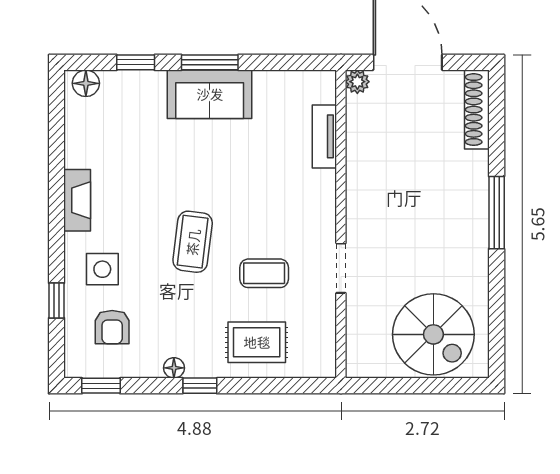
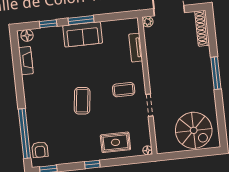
fireplace: (77, 200) -> (26, 61), moved
side table: (102, 269) -> (43, 117), removed
coffee table: (264, 273) -> (124, 90), moved
window: (56, 300) -> (24, 133), width x3.17
armchair: (112, 327) -> (40, 150), moved
floor lamp: (174, 368) -> (148, 150), moved

